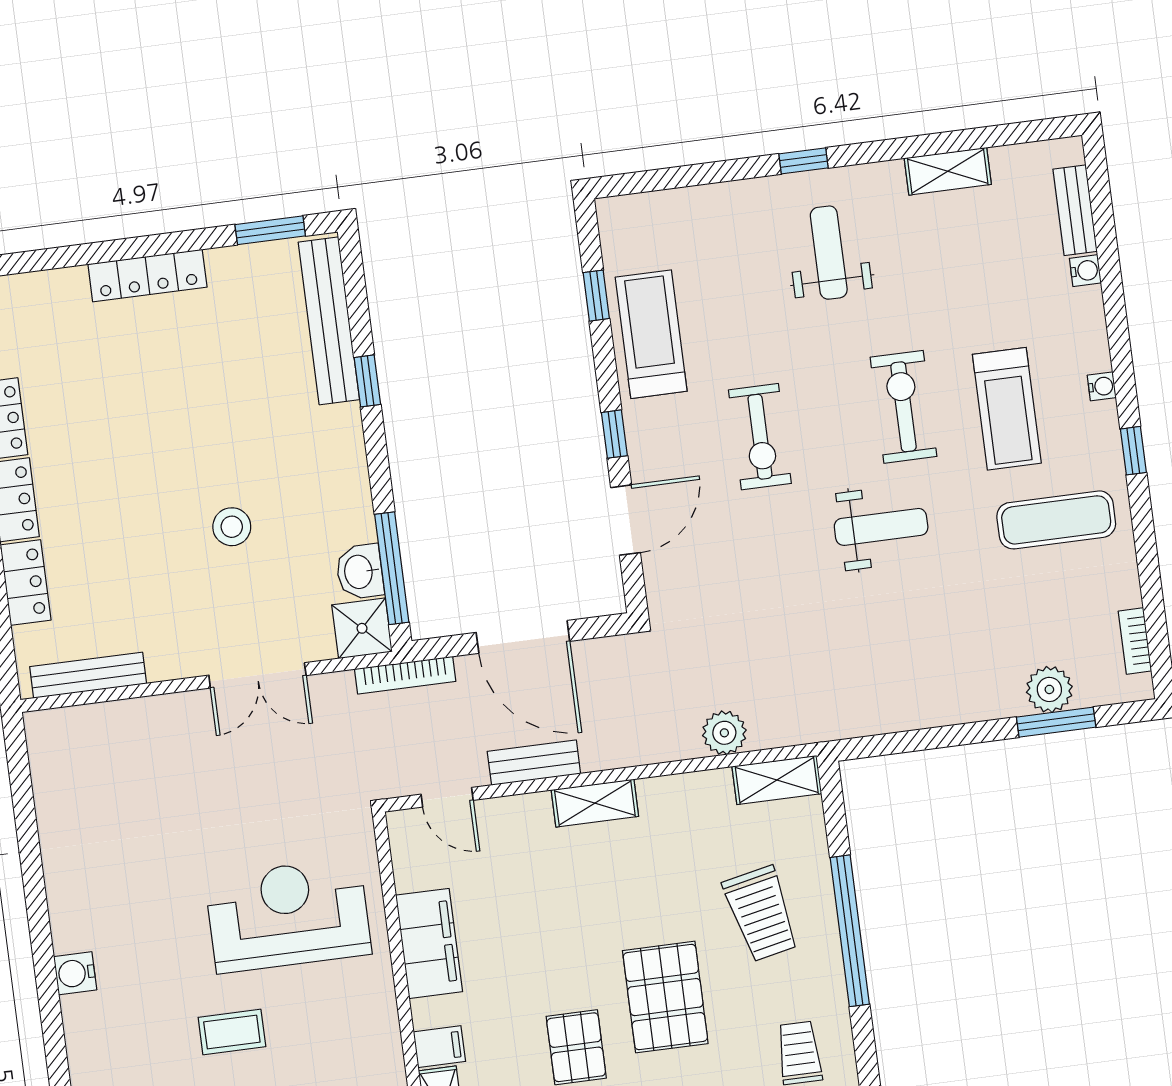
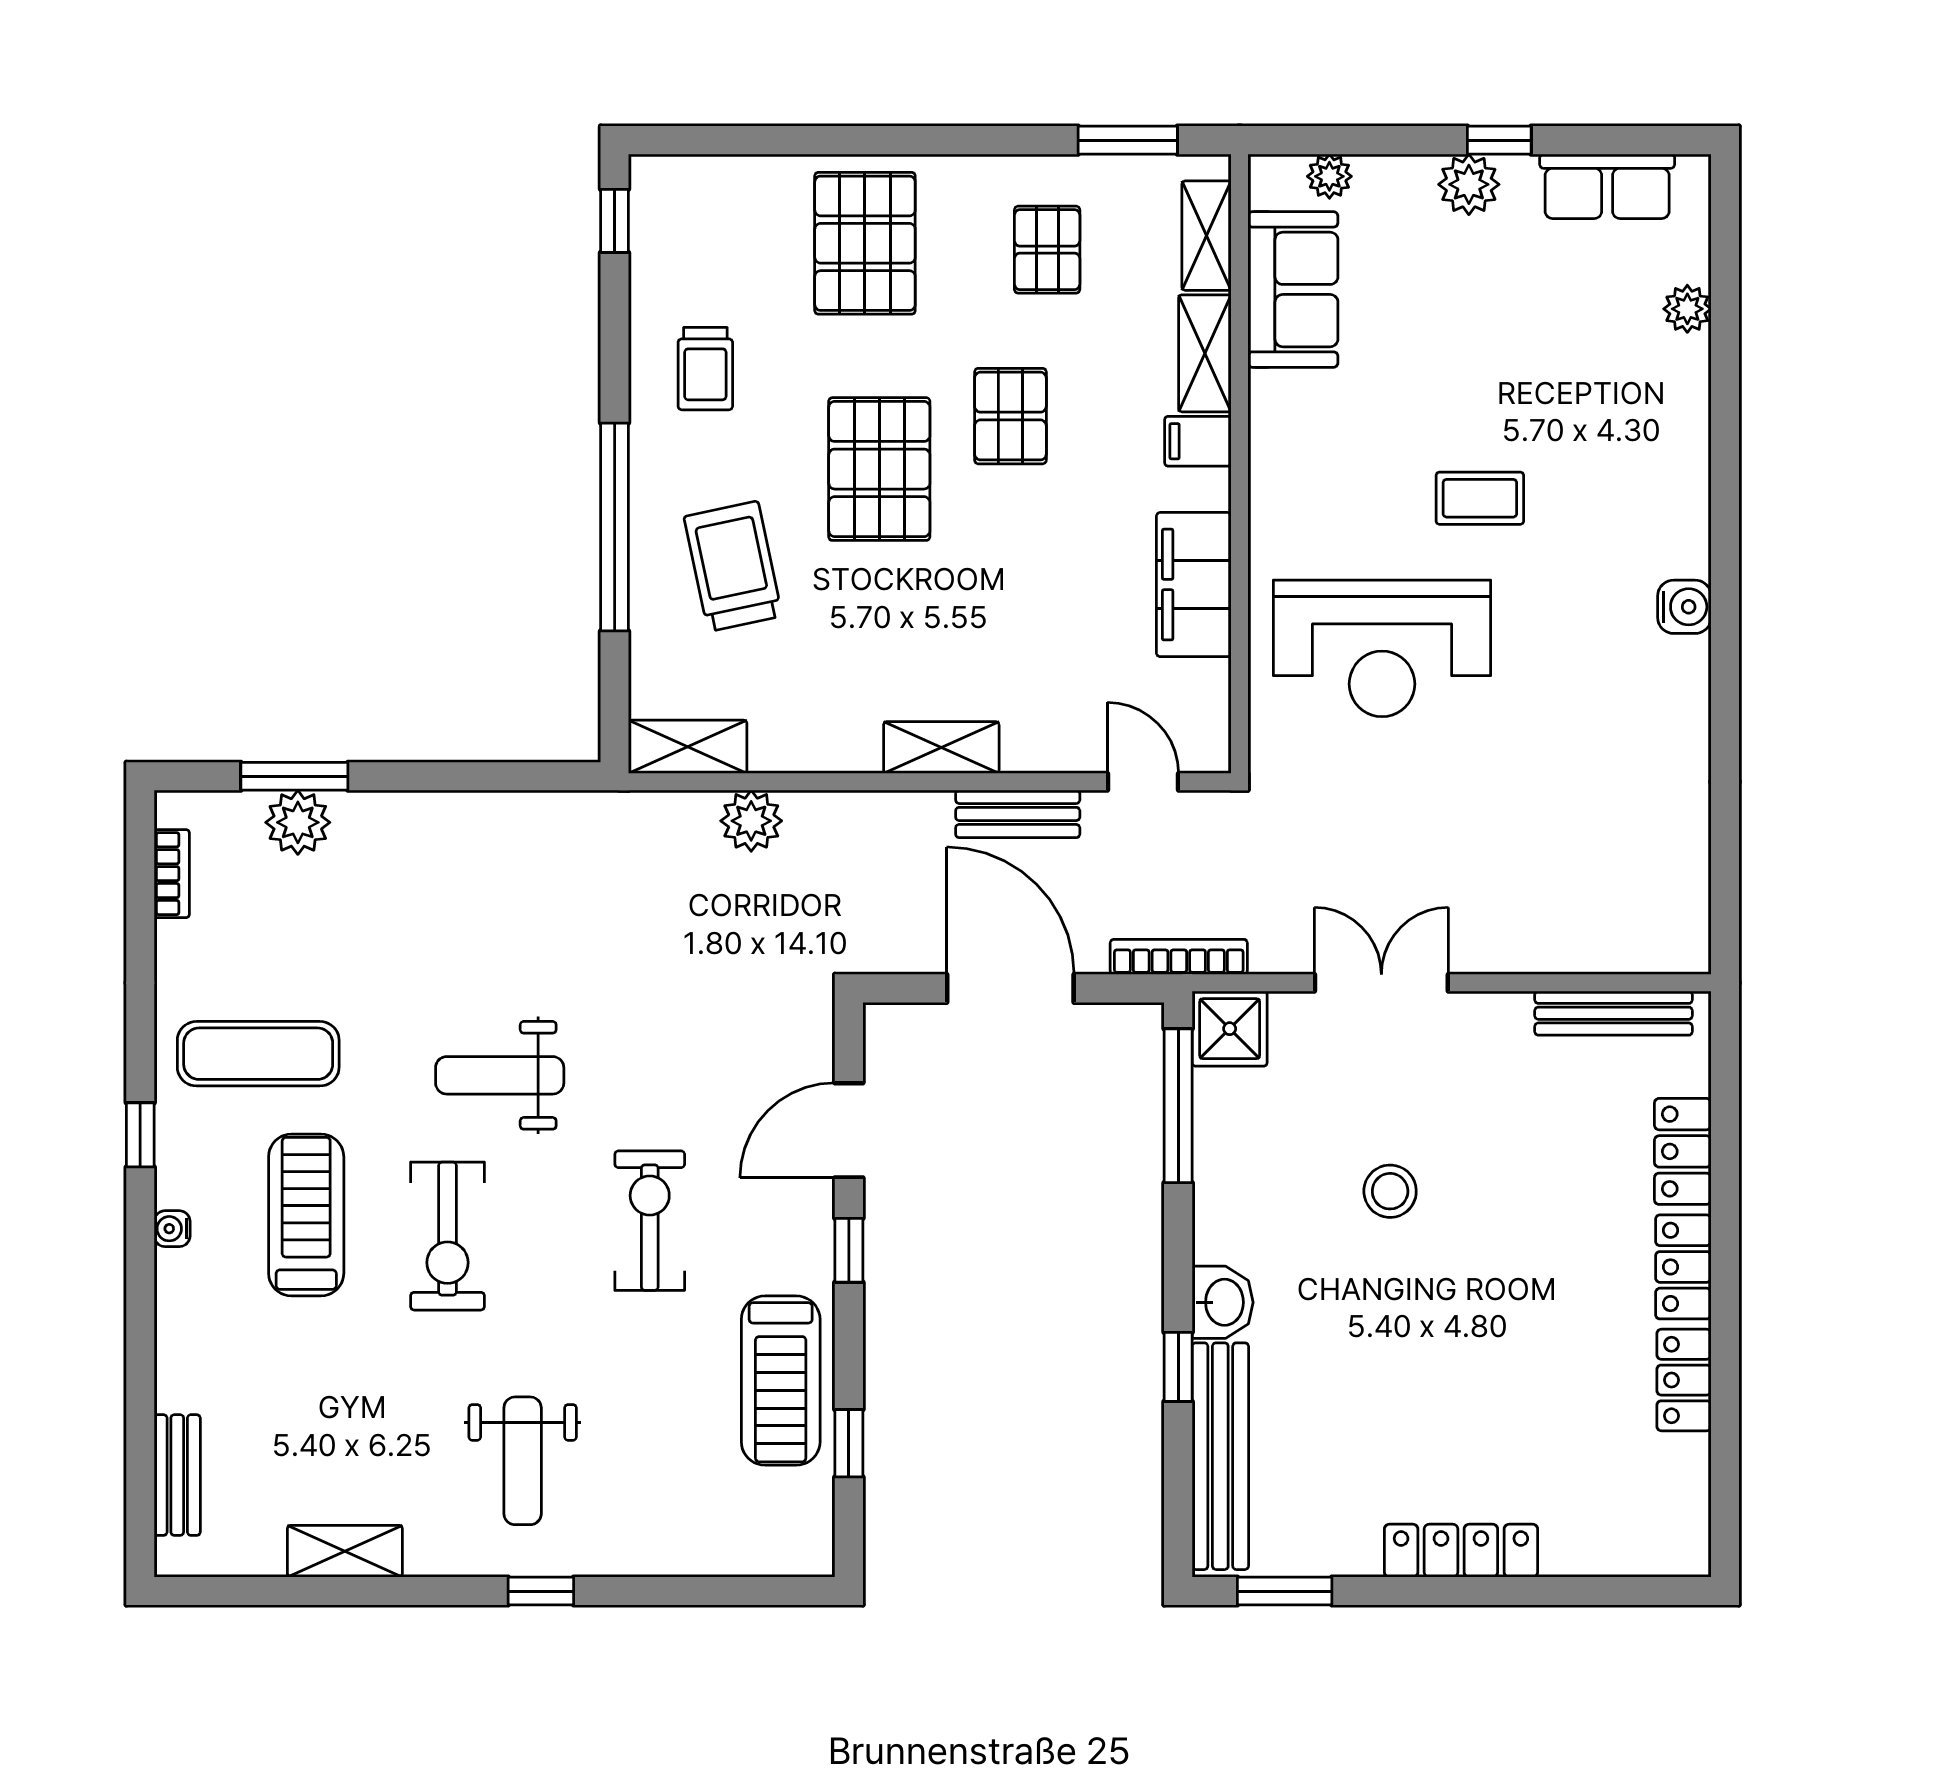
water cooler: (1085, 271) -> (174, 1390), removed
washbasin: (360, 572) -> (1223, 1302), moved

